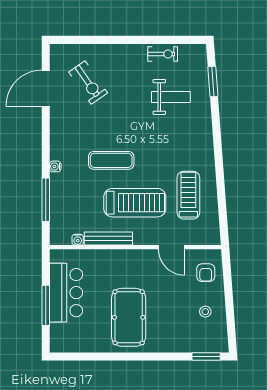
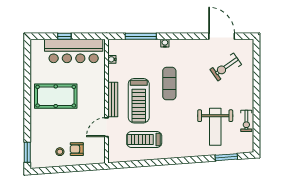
weight bench: (171, 97) -> (215, 127), width x1.36, depth x1.33
treadmill: (188, 195) -> (144, 139), turned 180
bench: (108, 239) -> (113, 99), moved
armchair: (206, 273) -> (77, 149), moved
bar counter: (66, 293) -> (74, 51), width x1.36
window: (46, 305) -> (64, 36), width x0.46

